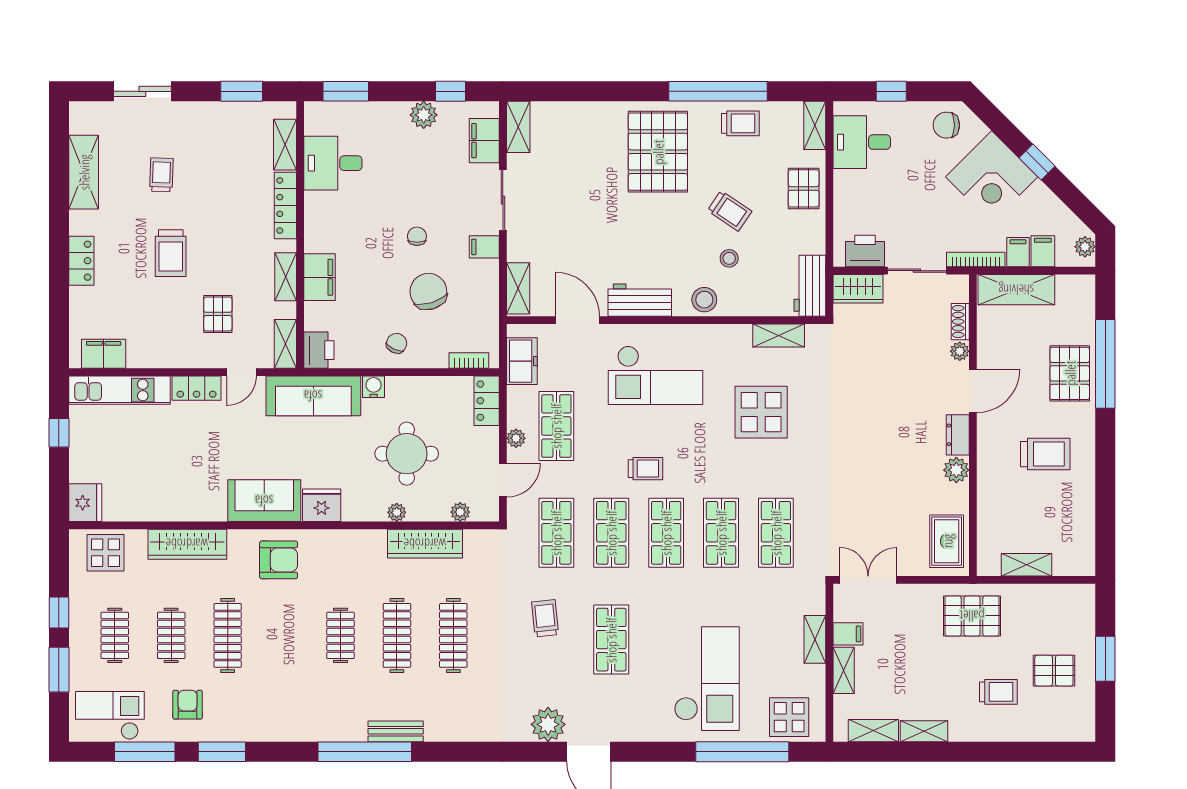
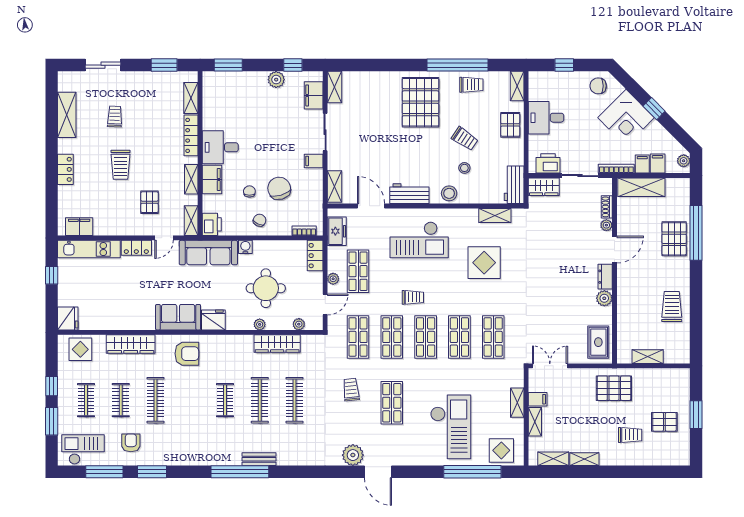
desk: (862, 142) -> (546, 118), moved
desk: (333, 163) -> (220, 147), moved
chair: (417, 236) -> (249, 191), moved
trolley: (1045, 454) -> (672, 307), moved, turned -90

